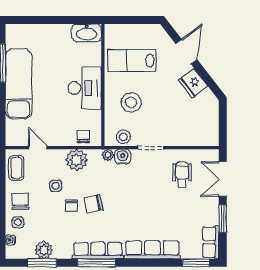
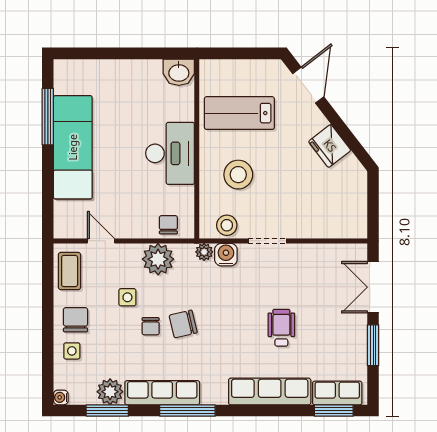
washbasin: (87, 33) -> (179, 72), width x0.72
door: (186, 52) -> (308, 85), moved
wheelchair: (182, 174) -> (281, 328), moved
water cooler: (10, 240) -> (61, 397), moved
row of seats: (211, 242) -> (337, 393), moved, turned 90
row of seats: (98, 251) -> (162, 393), moved

